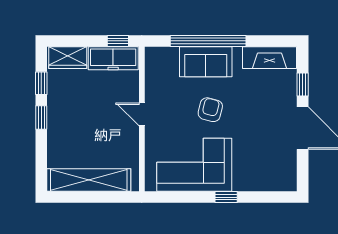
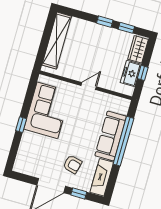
window: (118, 41) -> (143, 73), moved
freezer: (113, 58) -> (131, 73), width x0.71
sofa: (206, 62) -> (111, 136), width x1.36
armchair: (210, 110) -> (72, 164), moved

